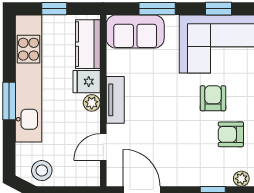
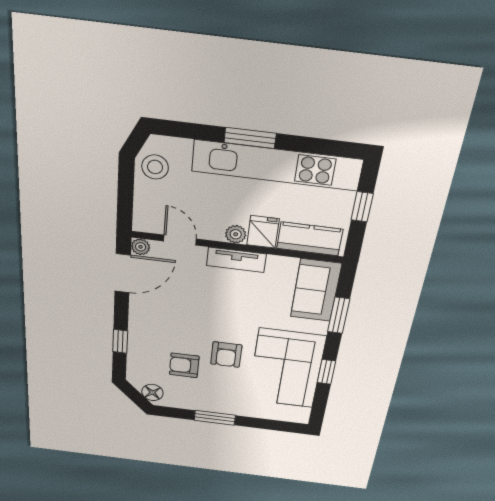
armchair: (213, 98) -> (226, 355), turned 90
armchair: (231, 134) -> (184, 365), turned -90
plant: (241, 179) -> (141, 247), moved

